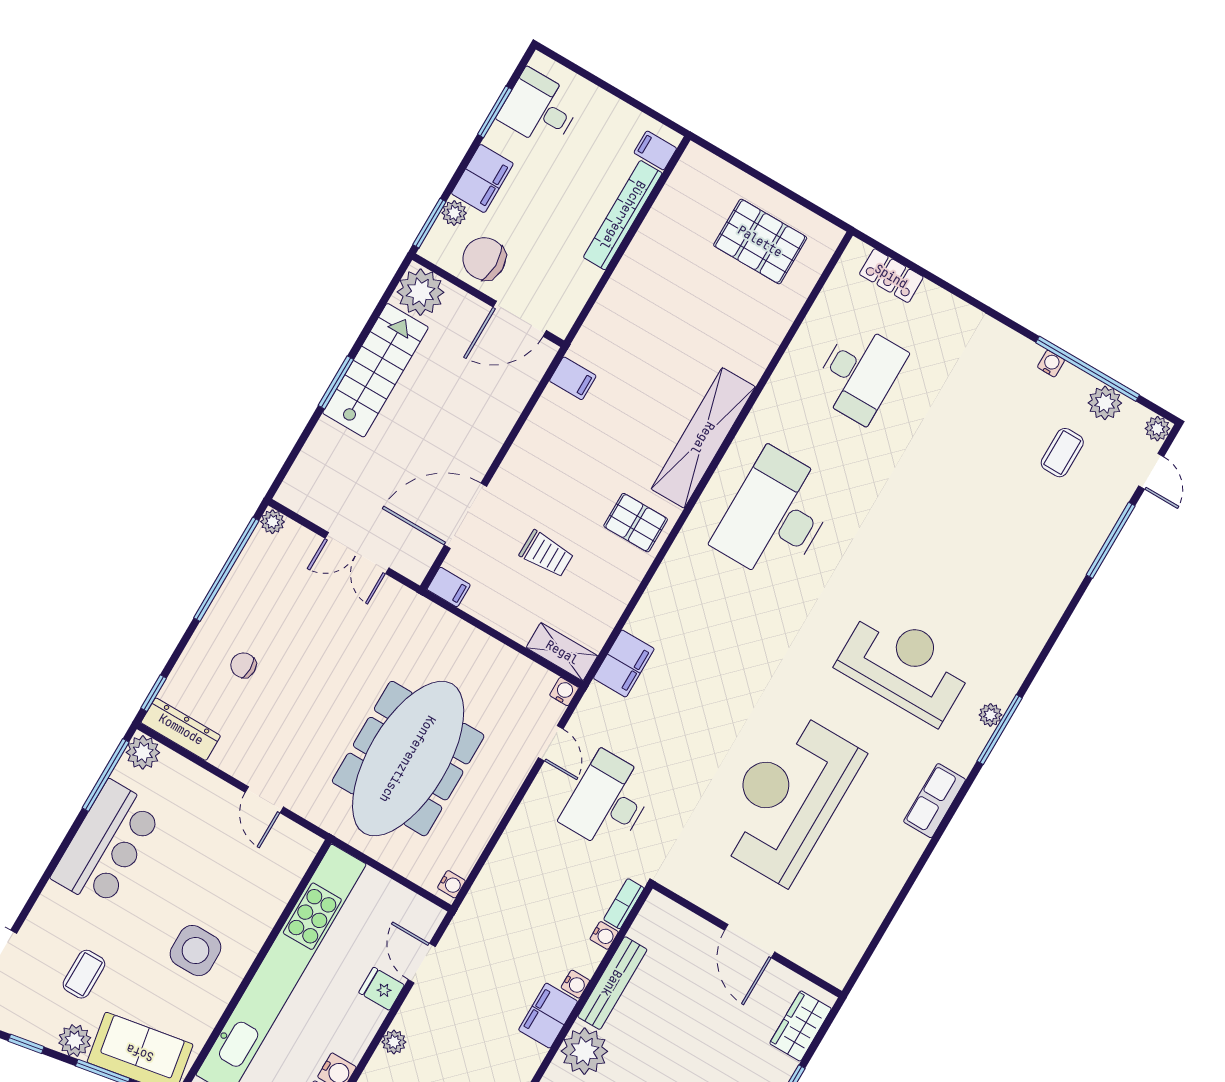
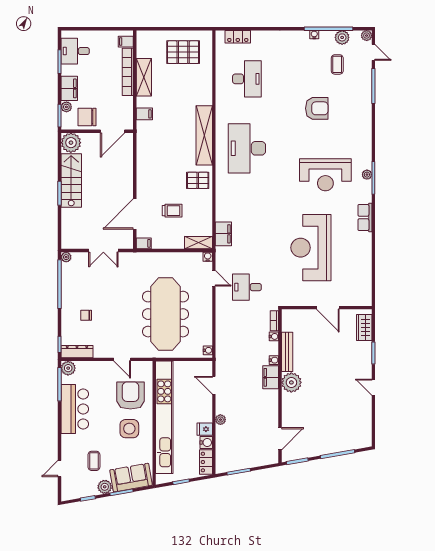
shelving: (649, 246) -> (144, 77), added
filing cabinet: (573, 378) -> (144, 114), moved
armchair: (967, 518) -> (317, 108), added
reception desk: (905, 665) -> (325, 175), turned 180
desk: (608, 801) -> (247, 287), width x0.73
armchair: (238, 884) -> (130, 396), added
fridge: (382, 989) -> (205, 429), moved

